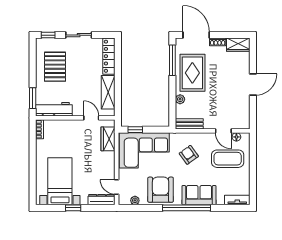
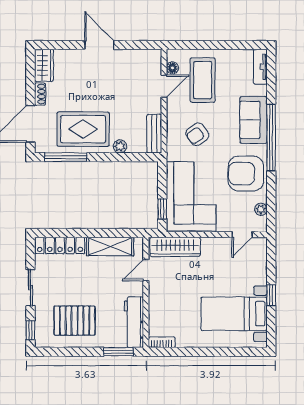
wardrobe: (108, 139) -> (175, 247), width x1.50
dresser: (102, 200) -> (260, 256), removed

